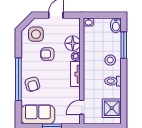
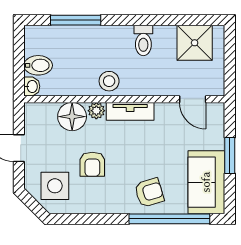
bidet: (116, 25) -> (38, 65), moved
stool: (110, 60) -> (109, 81), moved
window: (18, 79) -> (169, 219), moved

